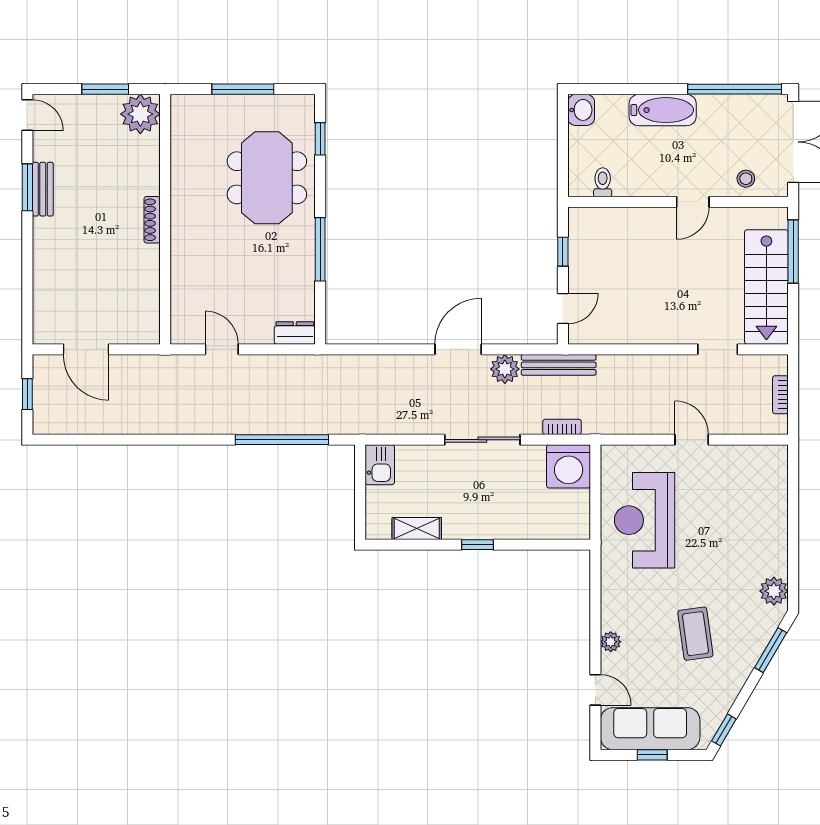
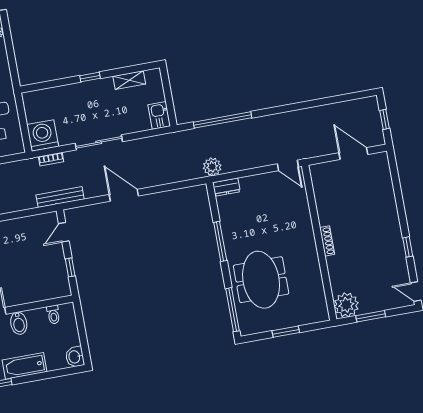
window: (243, 89) -> (286, 332), width x0.69
window: (320, 139) -> (233, 310), width x2.17
bidet: (659, 179) -> (19, 323), added
window: (27, 187) -> (408, 247), width x0.67
bench: (43, 189) -> (398, 248), removed
door: (222, 349) -> (288, 165), moved
door: (458, 349) -> (124, 195), swing flipped
plant: (505, 369) -> (212, 167), moved

